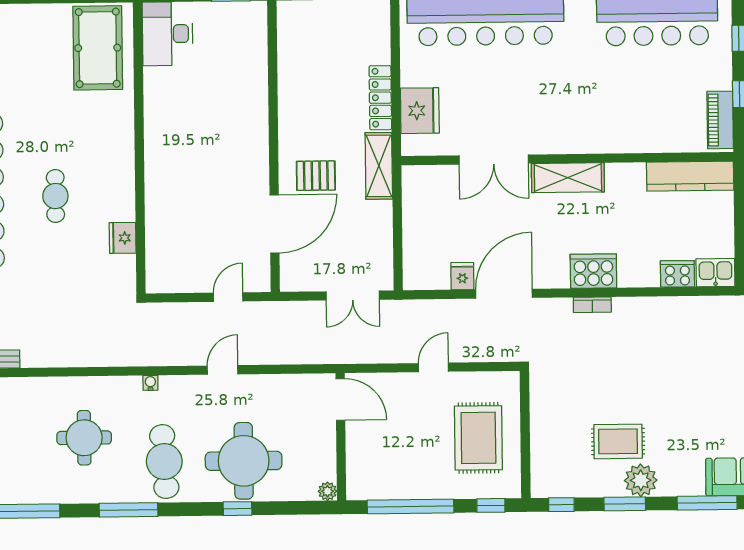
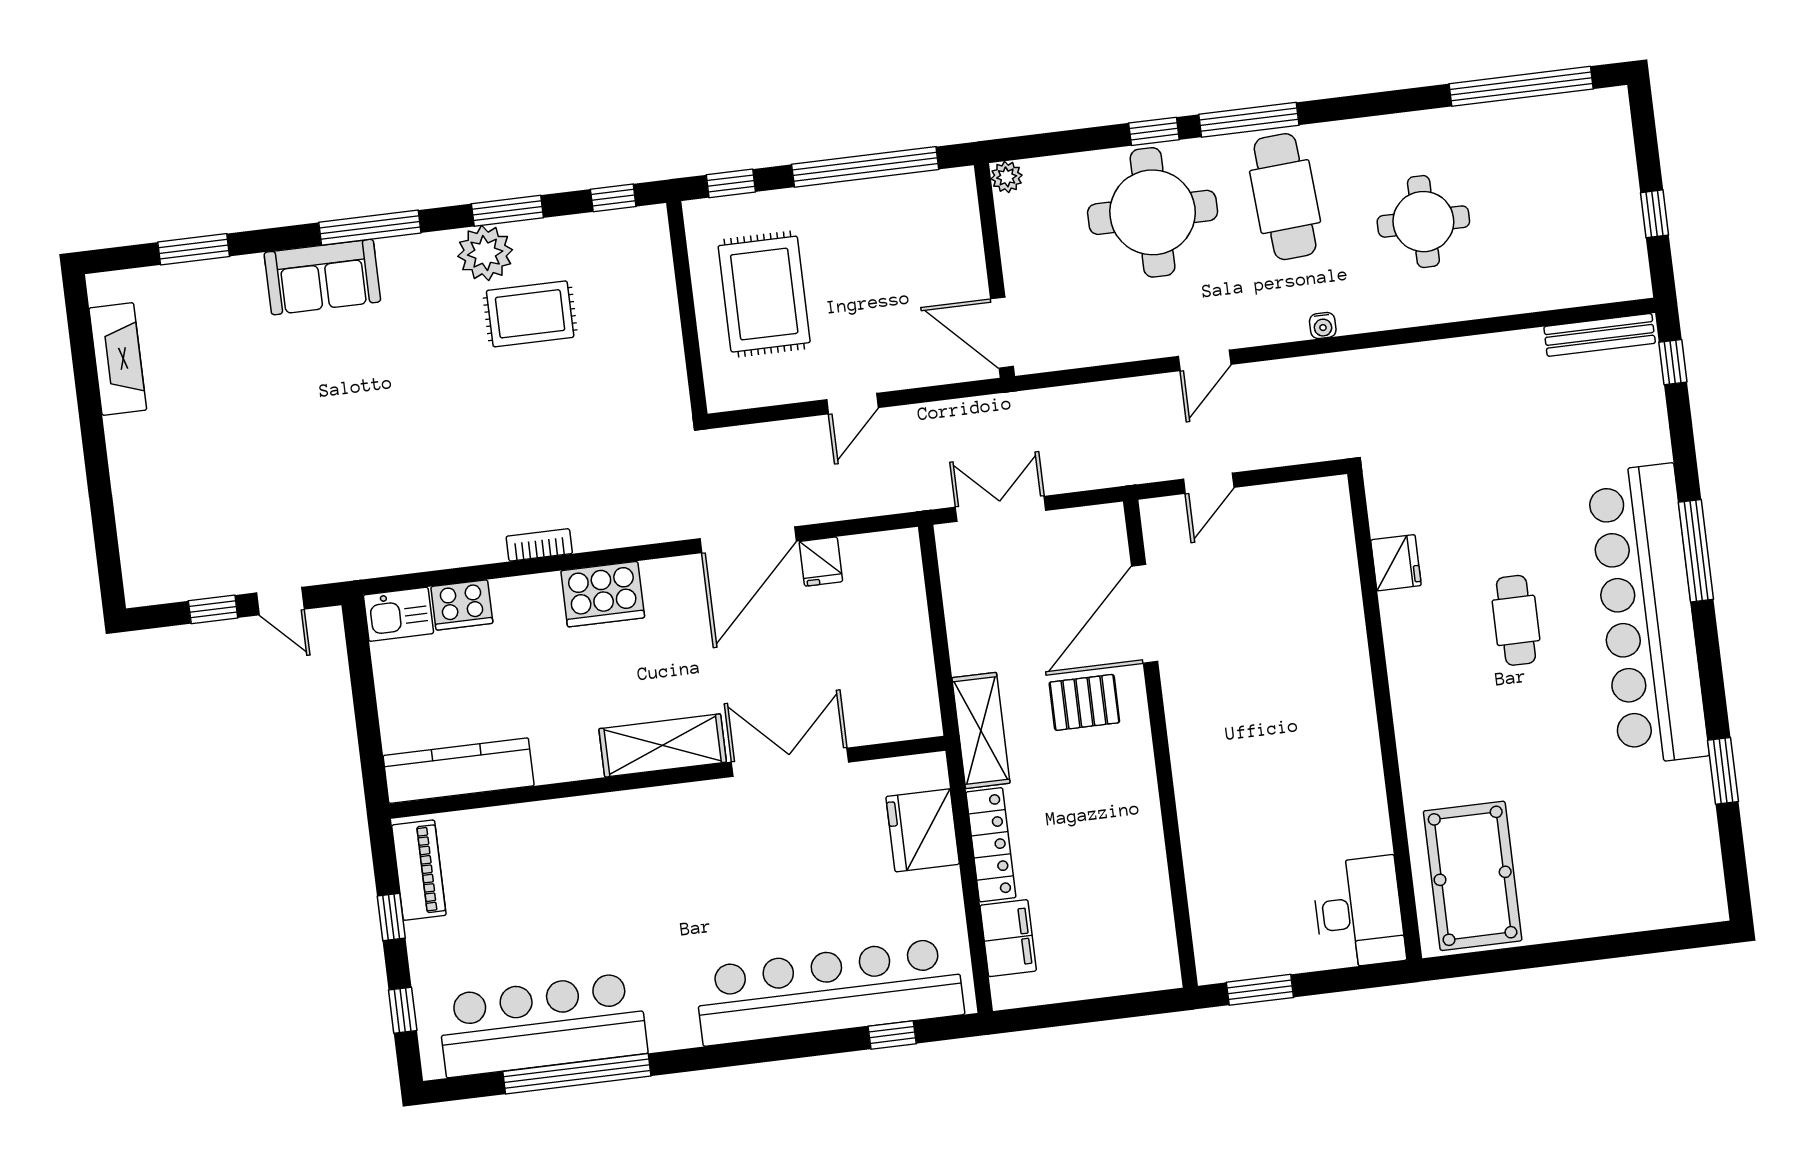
filing cabinet: (376, 41) -> (1008, 938), added
bookcase: (592, 305) -> (539, 545), moved
window: (128, 510) -> (1249, 120), moved

